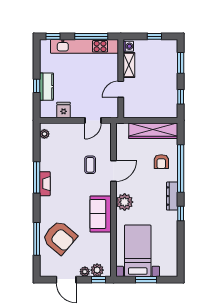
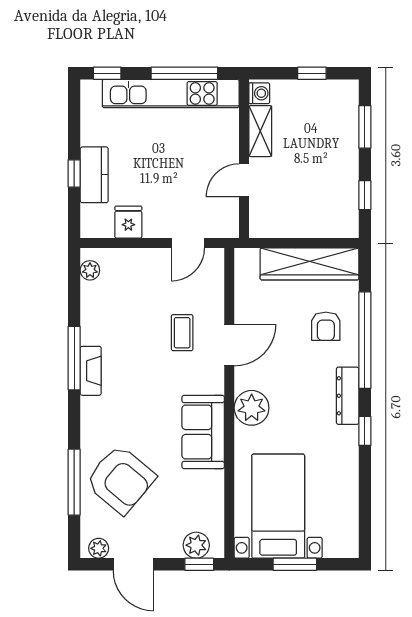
plant: (85, 272) -> (99, 548), moved

